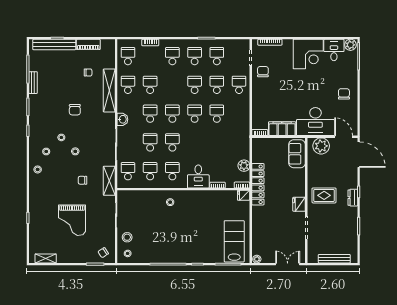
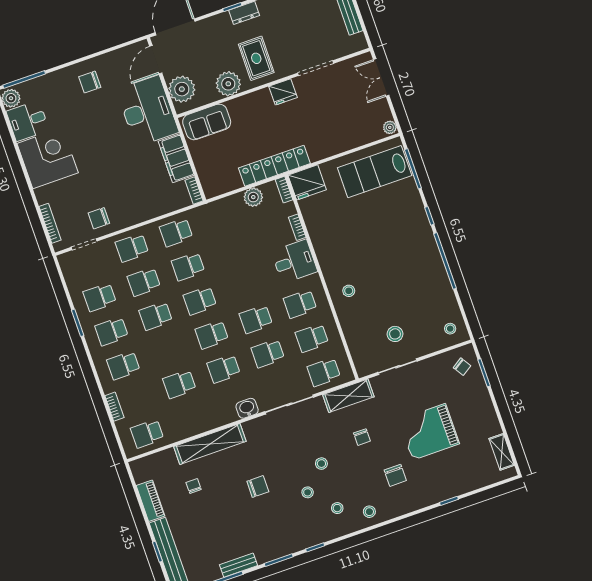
school desk: (128, 85) -> (176, 232), moved
plant: (315, 174) -> (228, 84), added
chair: (54, 192) -> (395, 475), added
fridge: (244, 195) -> (307, 182), width x1.88, depth x1.34
grand piano: (72, 220) -> (429, 432), turned 180
stool: (127, 237) -> (395, 334), moved

